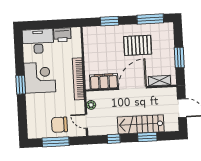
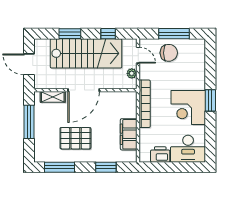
window: (179, 57) -> (29, 122), width x1.44
filing cabinet: (104, 81) -> (129, 134), moved, turned 90
stairs: (141, 124) -> (86, 53), width x1.36, depth x1.51

